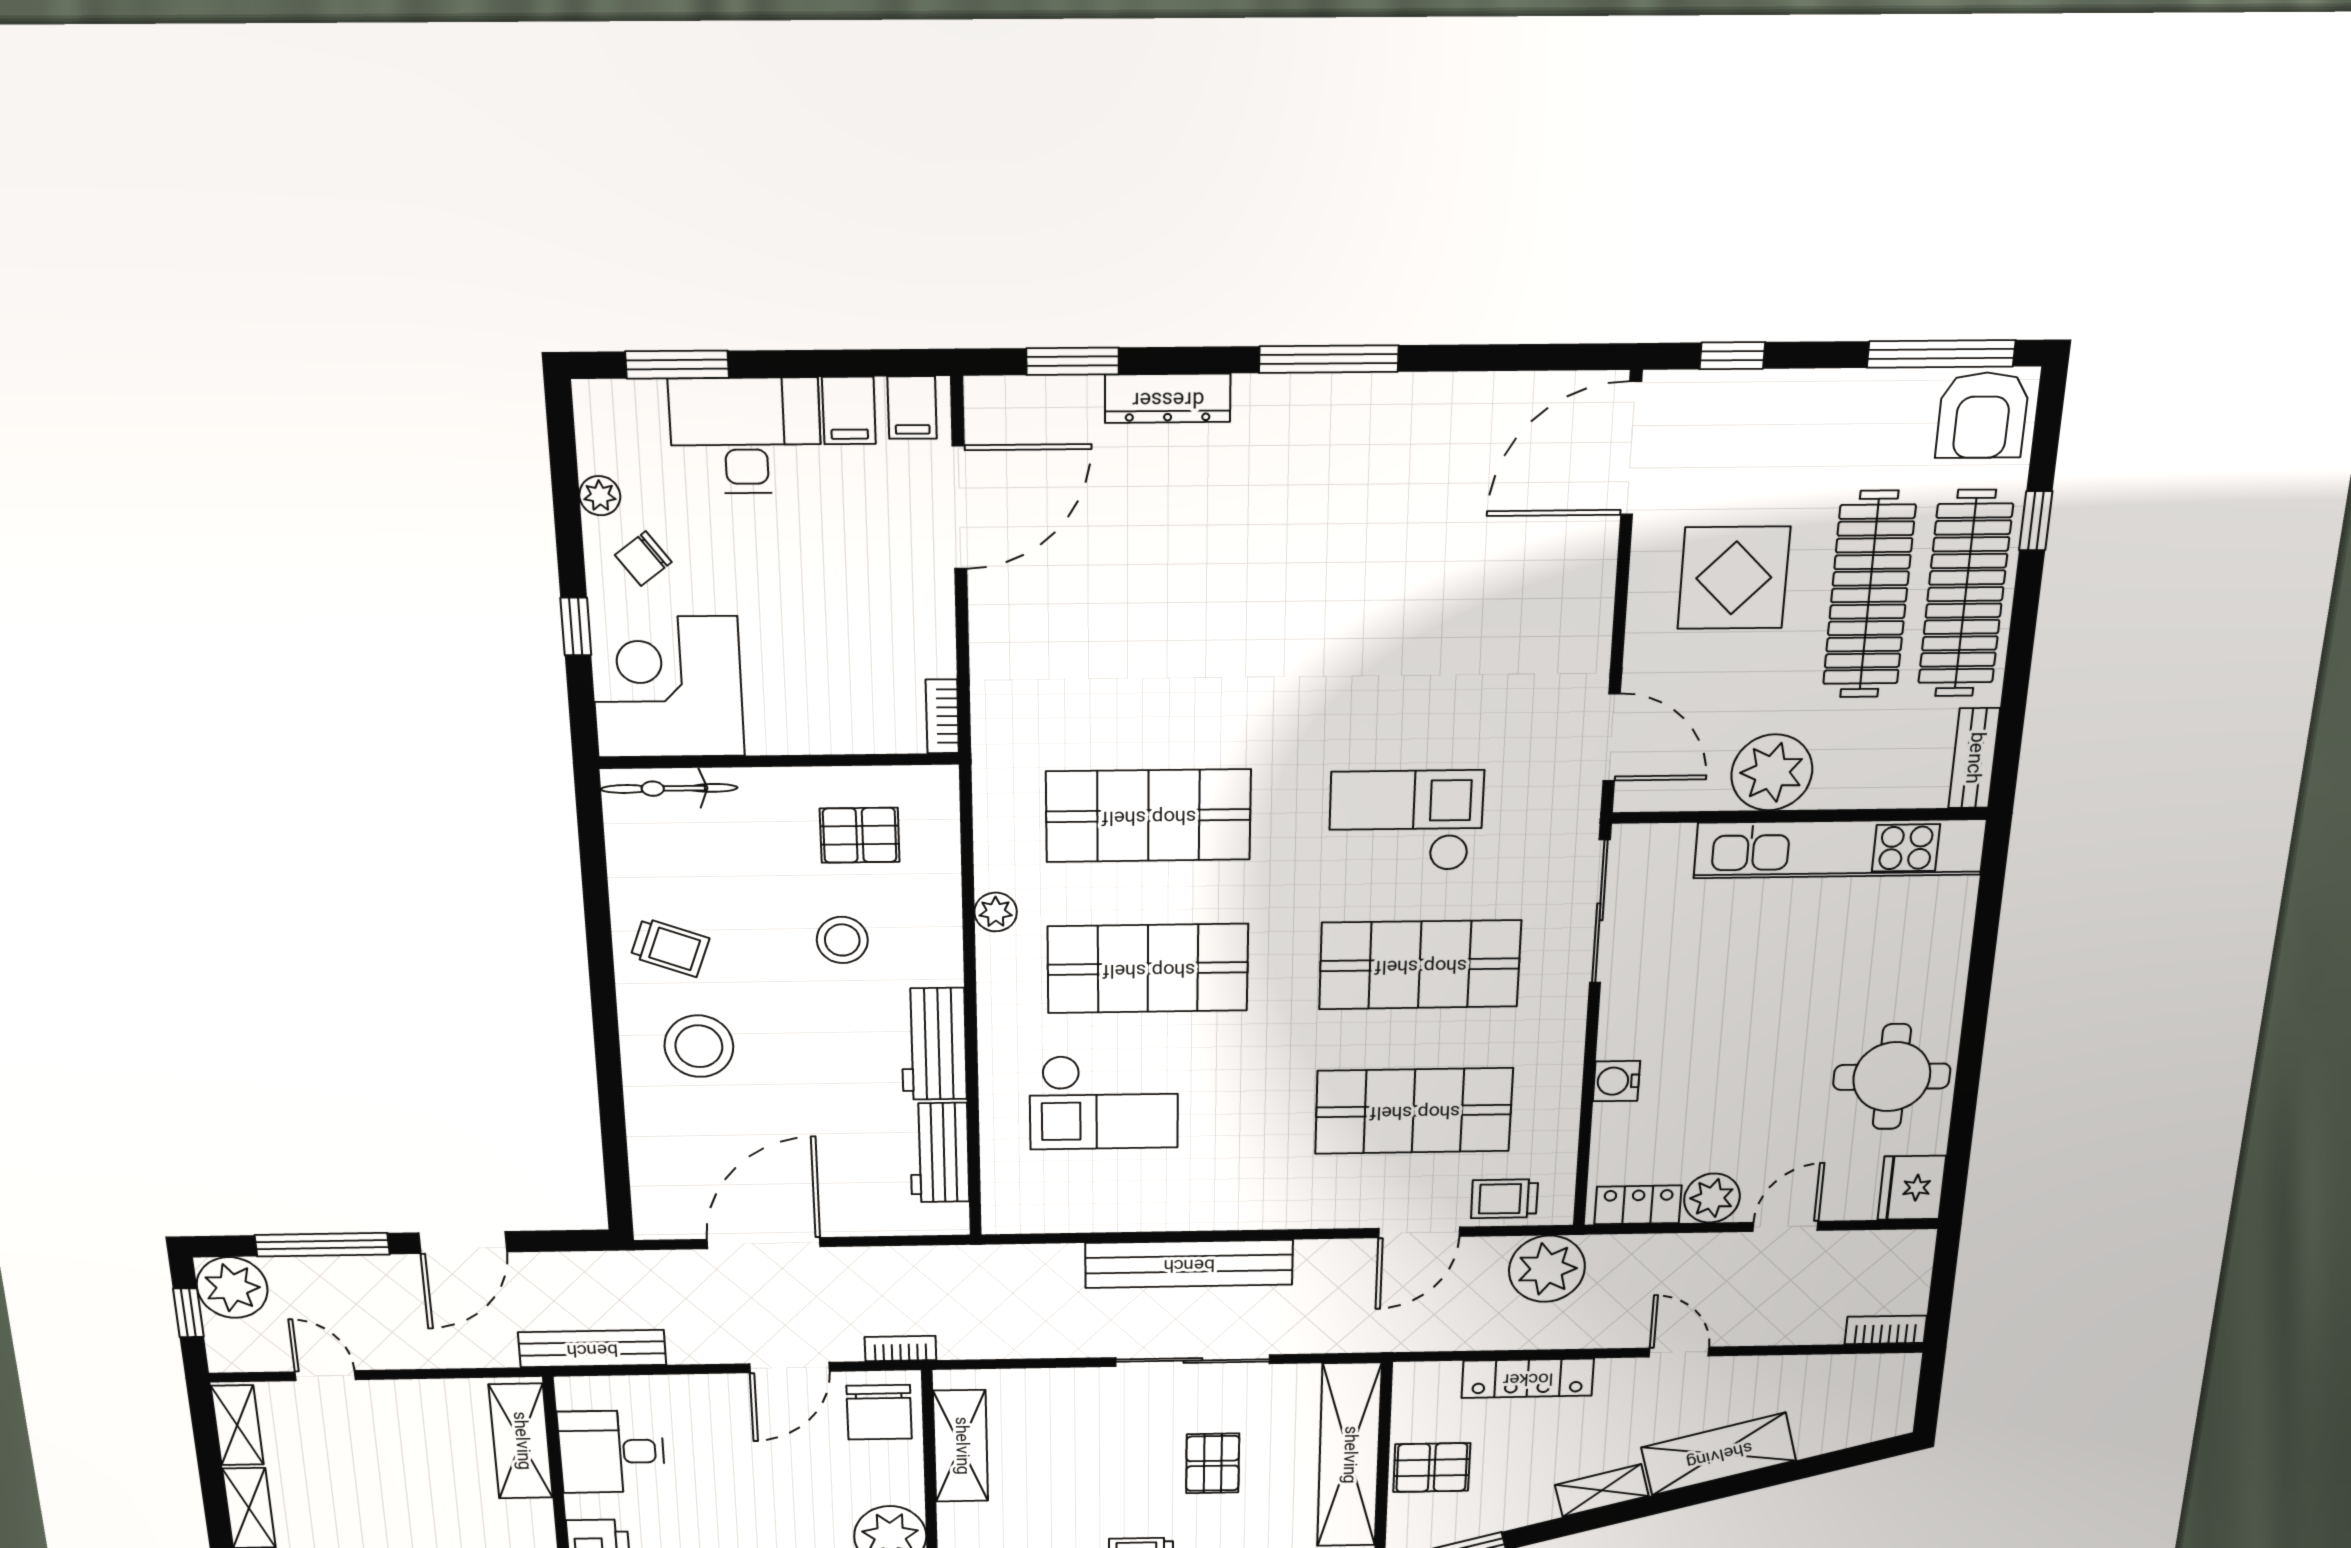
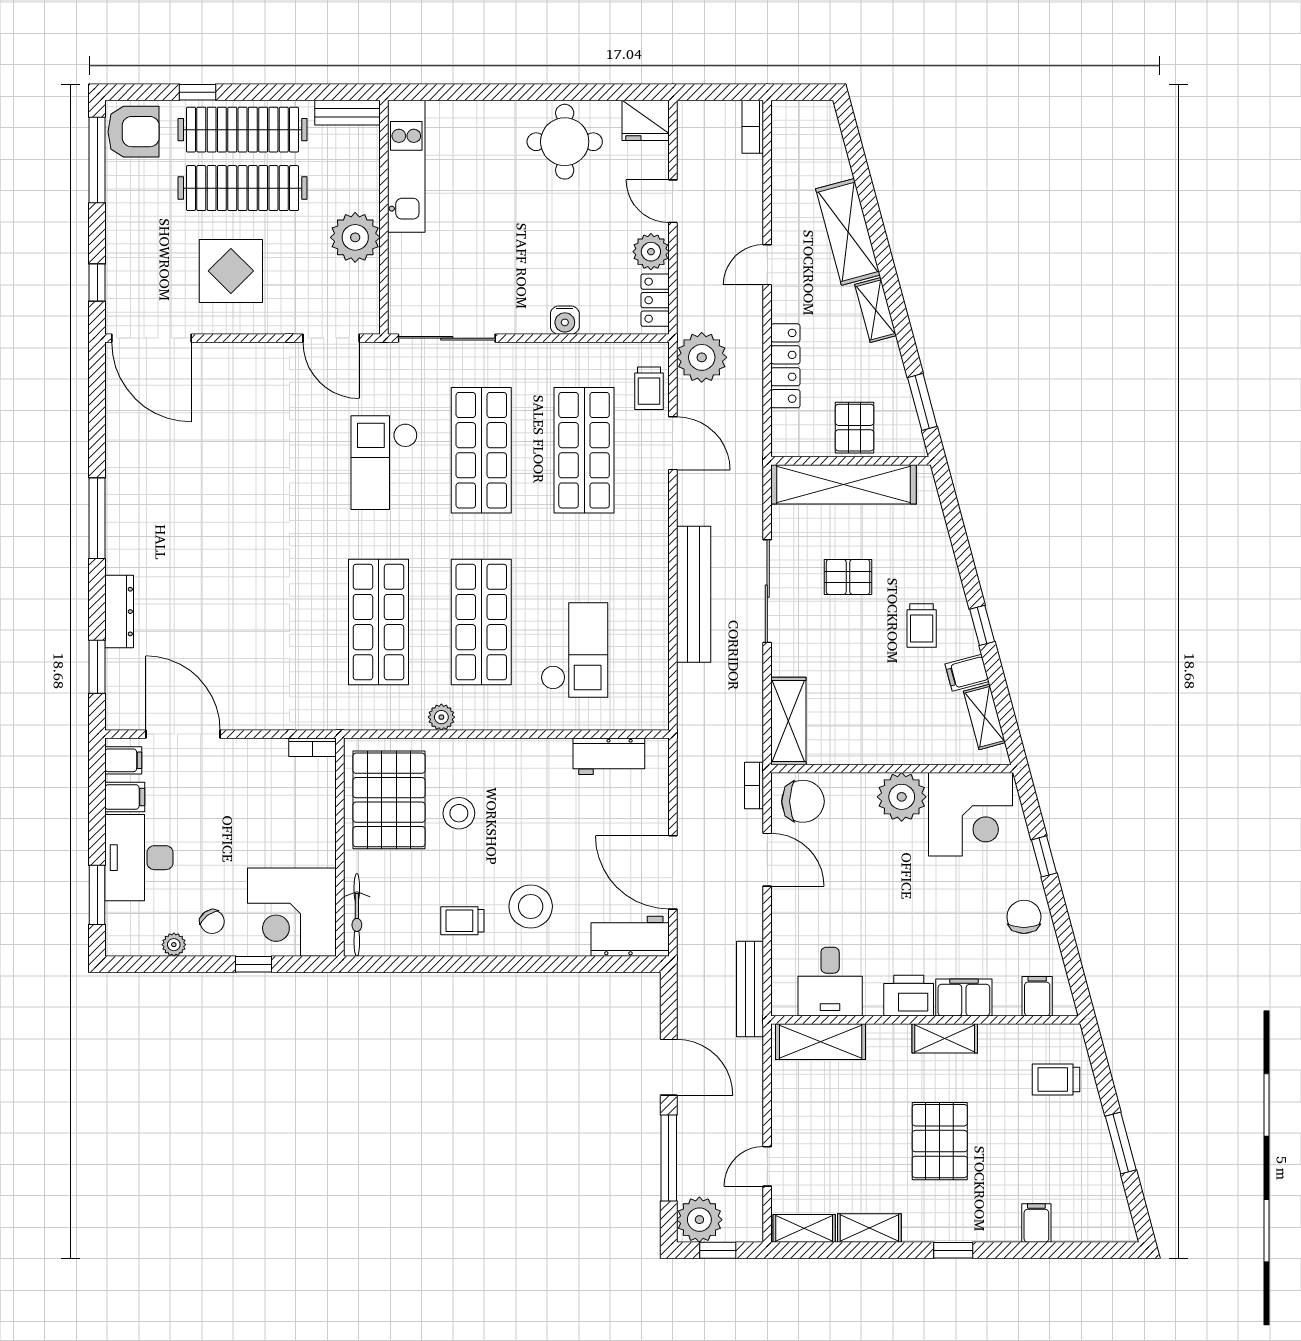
door: (1612, 737) -> (331, 338), swing flipped
pallet: (860, 835) -> (389, 800), width x2.05, depth x2.00
kitchen unit: (1840, 849) -> (406, 166), width x0.73
trolley: (670, 947) -> (462, 921), turned -110
workbench: (934, 1044) -> (630, 936), moved, turned 180
shelving: (961, 1446) -> (788, 721), moved, turned 90

